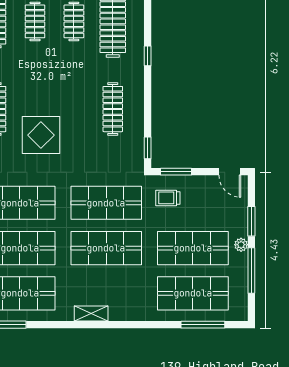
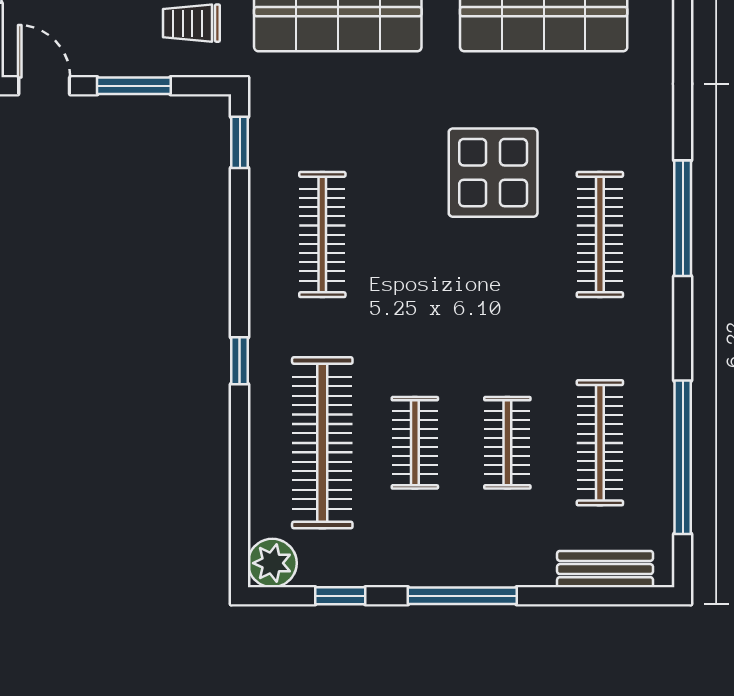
window: (176, 172) -> (134, 86), moved
trolley: (168, 198) -> (191, 23), turned 180

